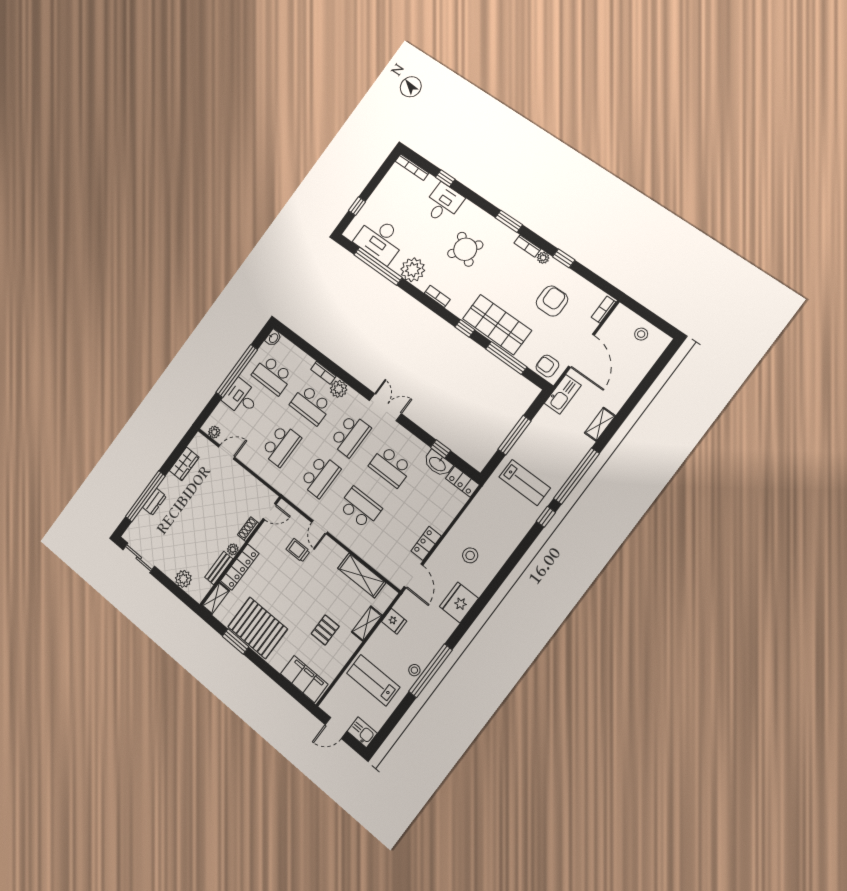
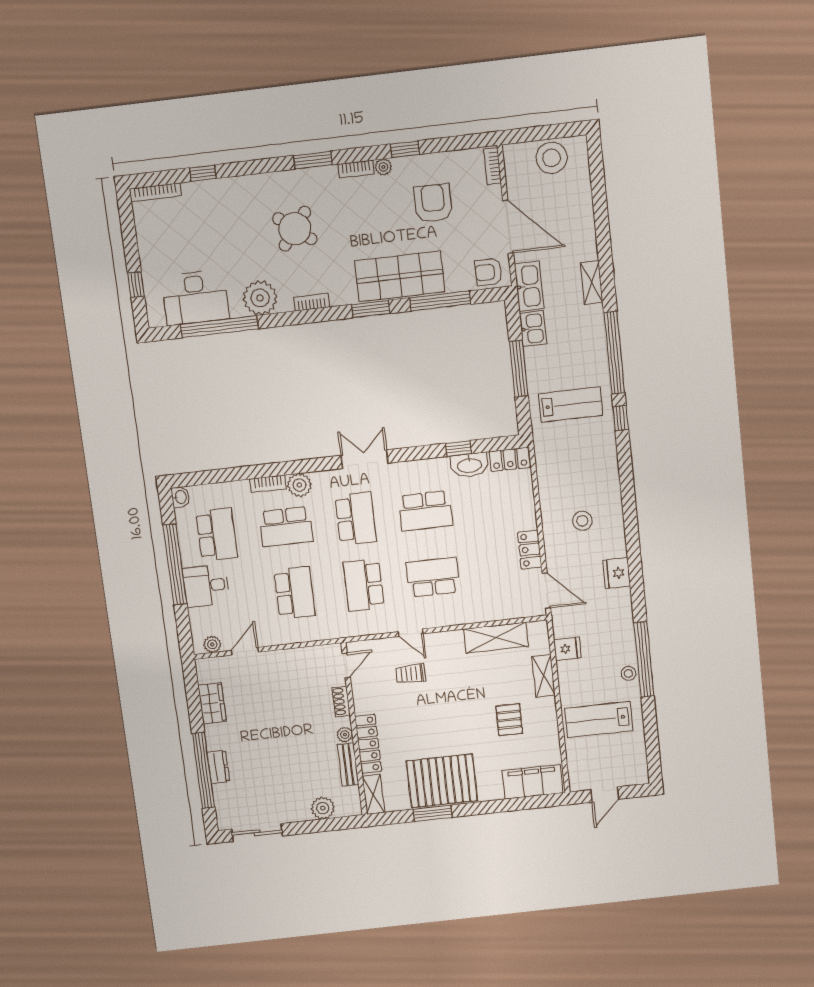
desk: (443, 203) -> (226, 202), removed
window: (465, 328) -> (371, 309), width x1.50
stool: (641, 334) -> (552, 158), width x1.89, depth x1.89
school desk: (272, 375) -> (217, 534), turned -90
school desk: (320, 476) -> (364, 585), turned 180
fridge: (459, 602) -> (617, 573), width x0.73, depth x0.75
kitchen sink: (362, 732) -> (533, 329), moved, turned 90

